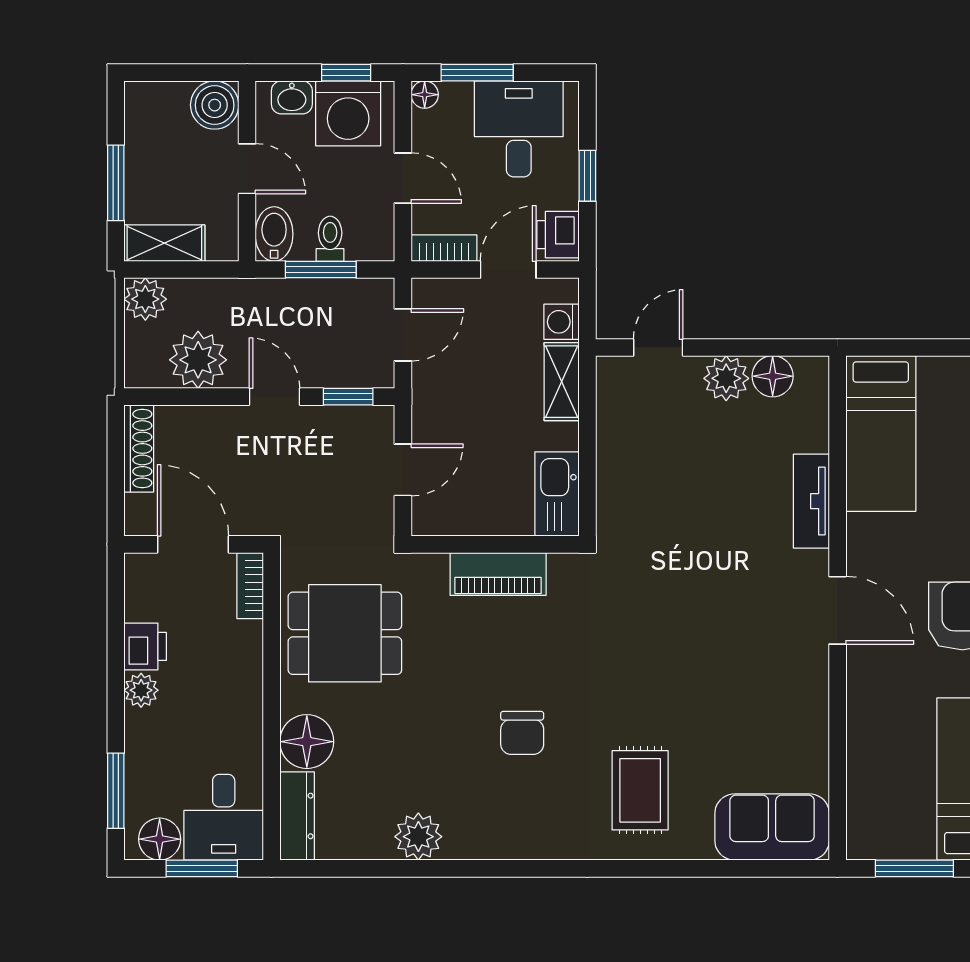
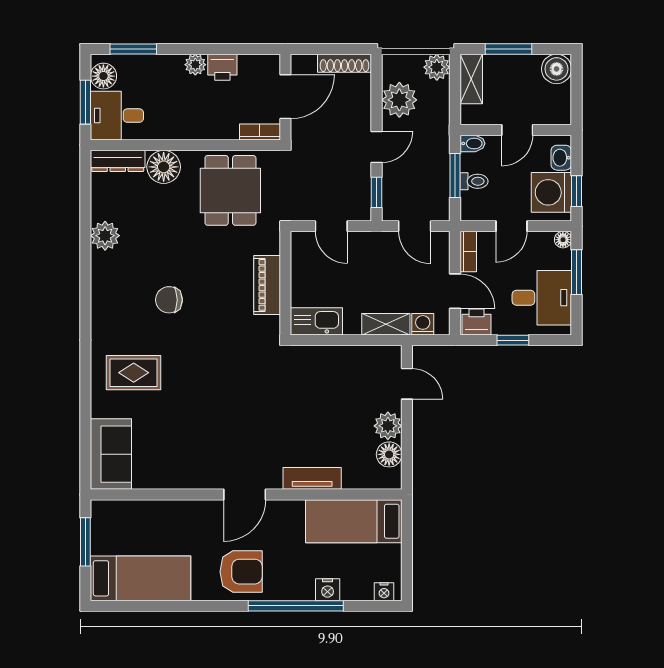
boiler: (215, 105) -> (557, 69), moved
bidet: (274, 234) -> (472, 143), width x0.72, depth x0.74

